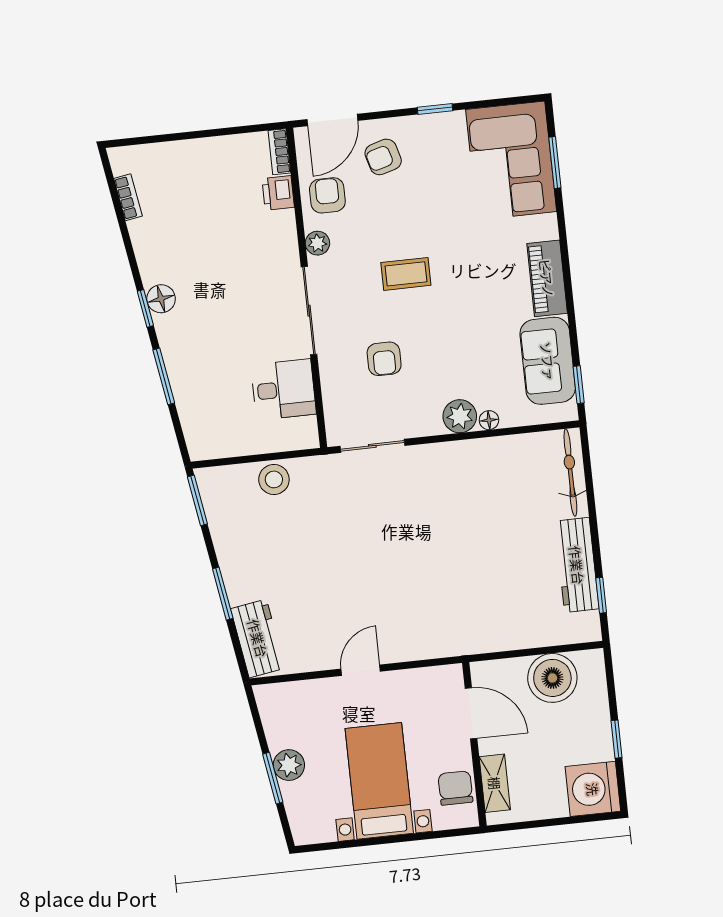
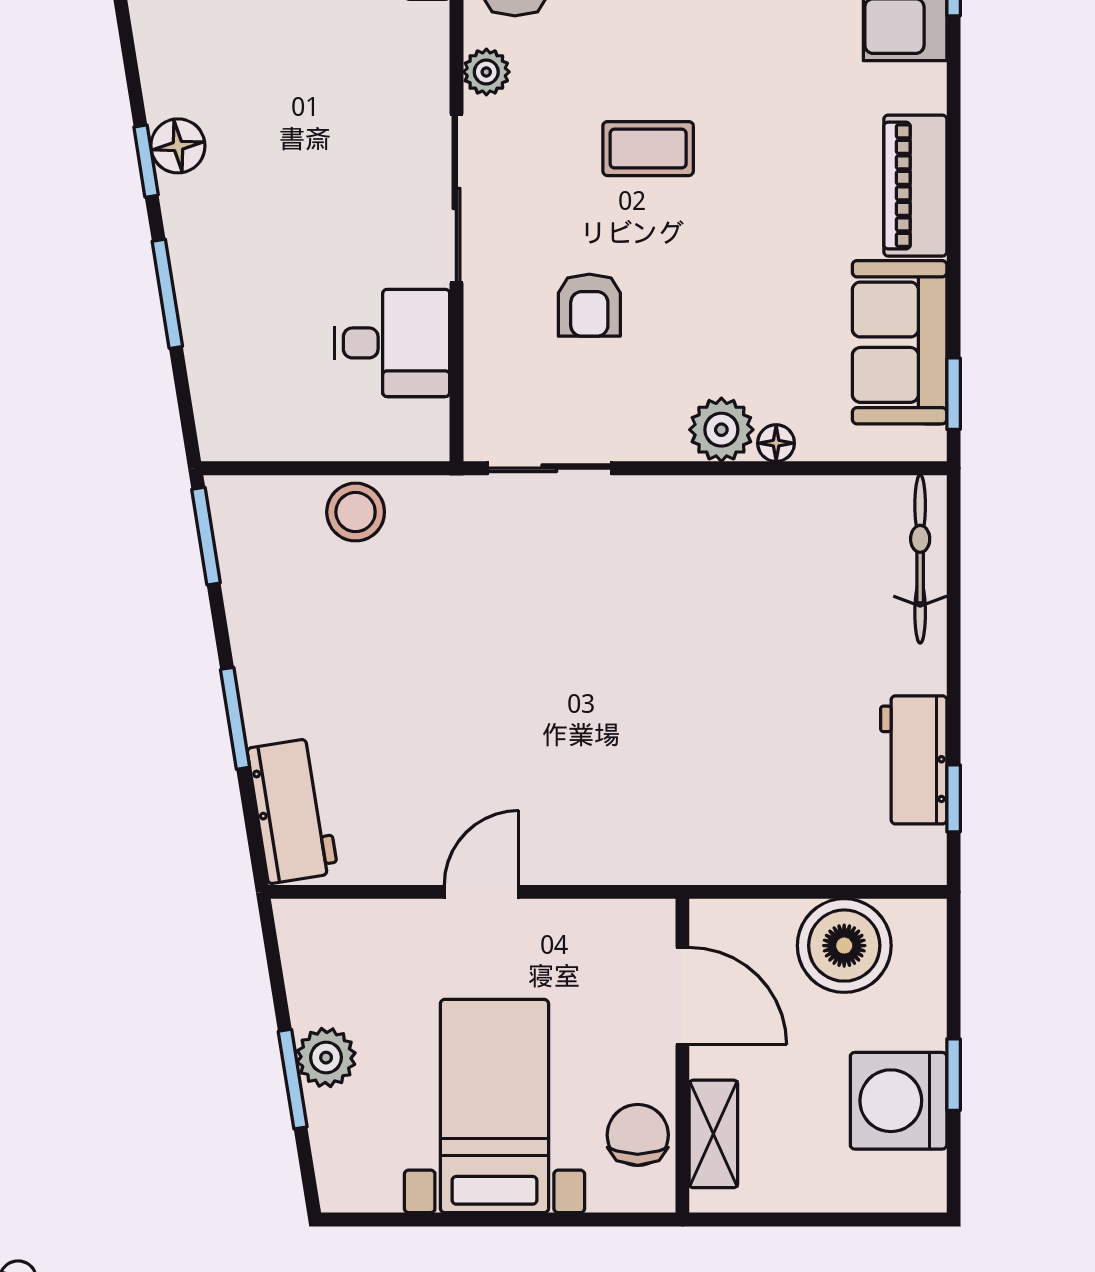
workbench: (577, 565) -> (914, 760), width x0.73
washing machine: (593, 789) -> (899, 1101), moved

